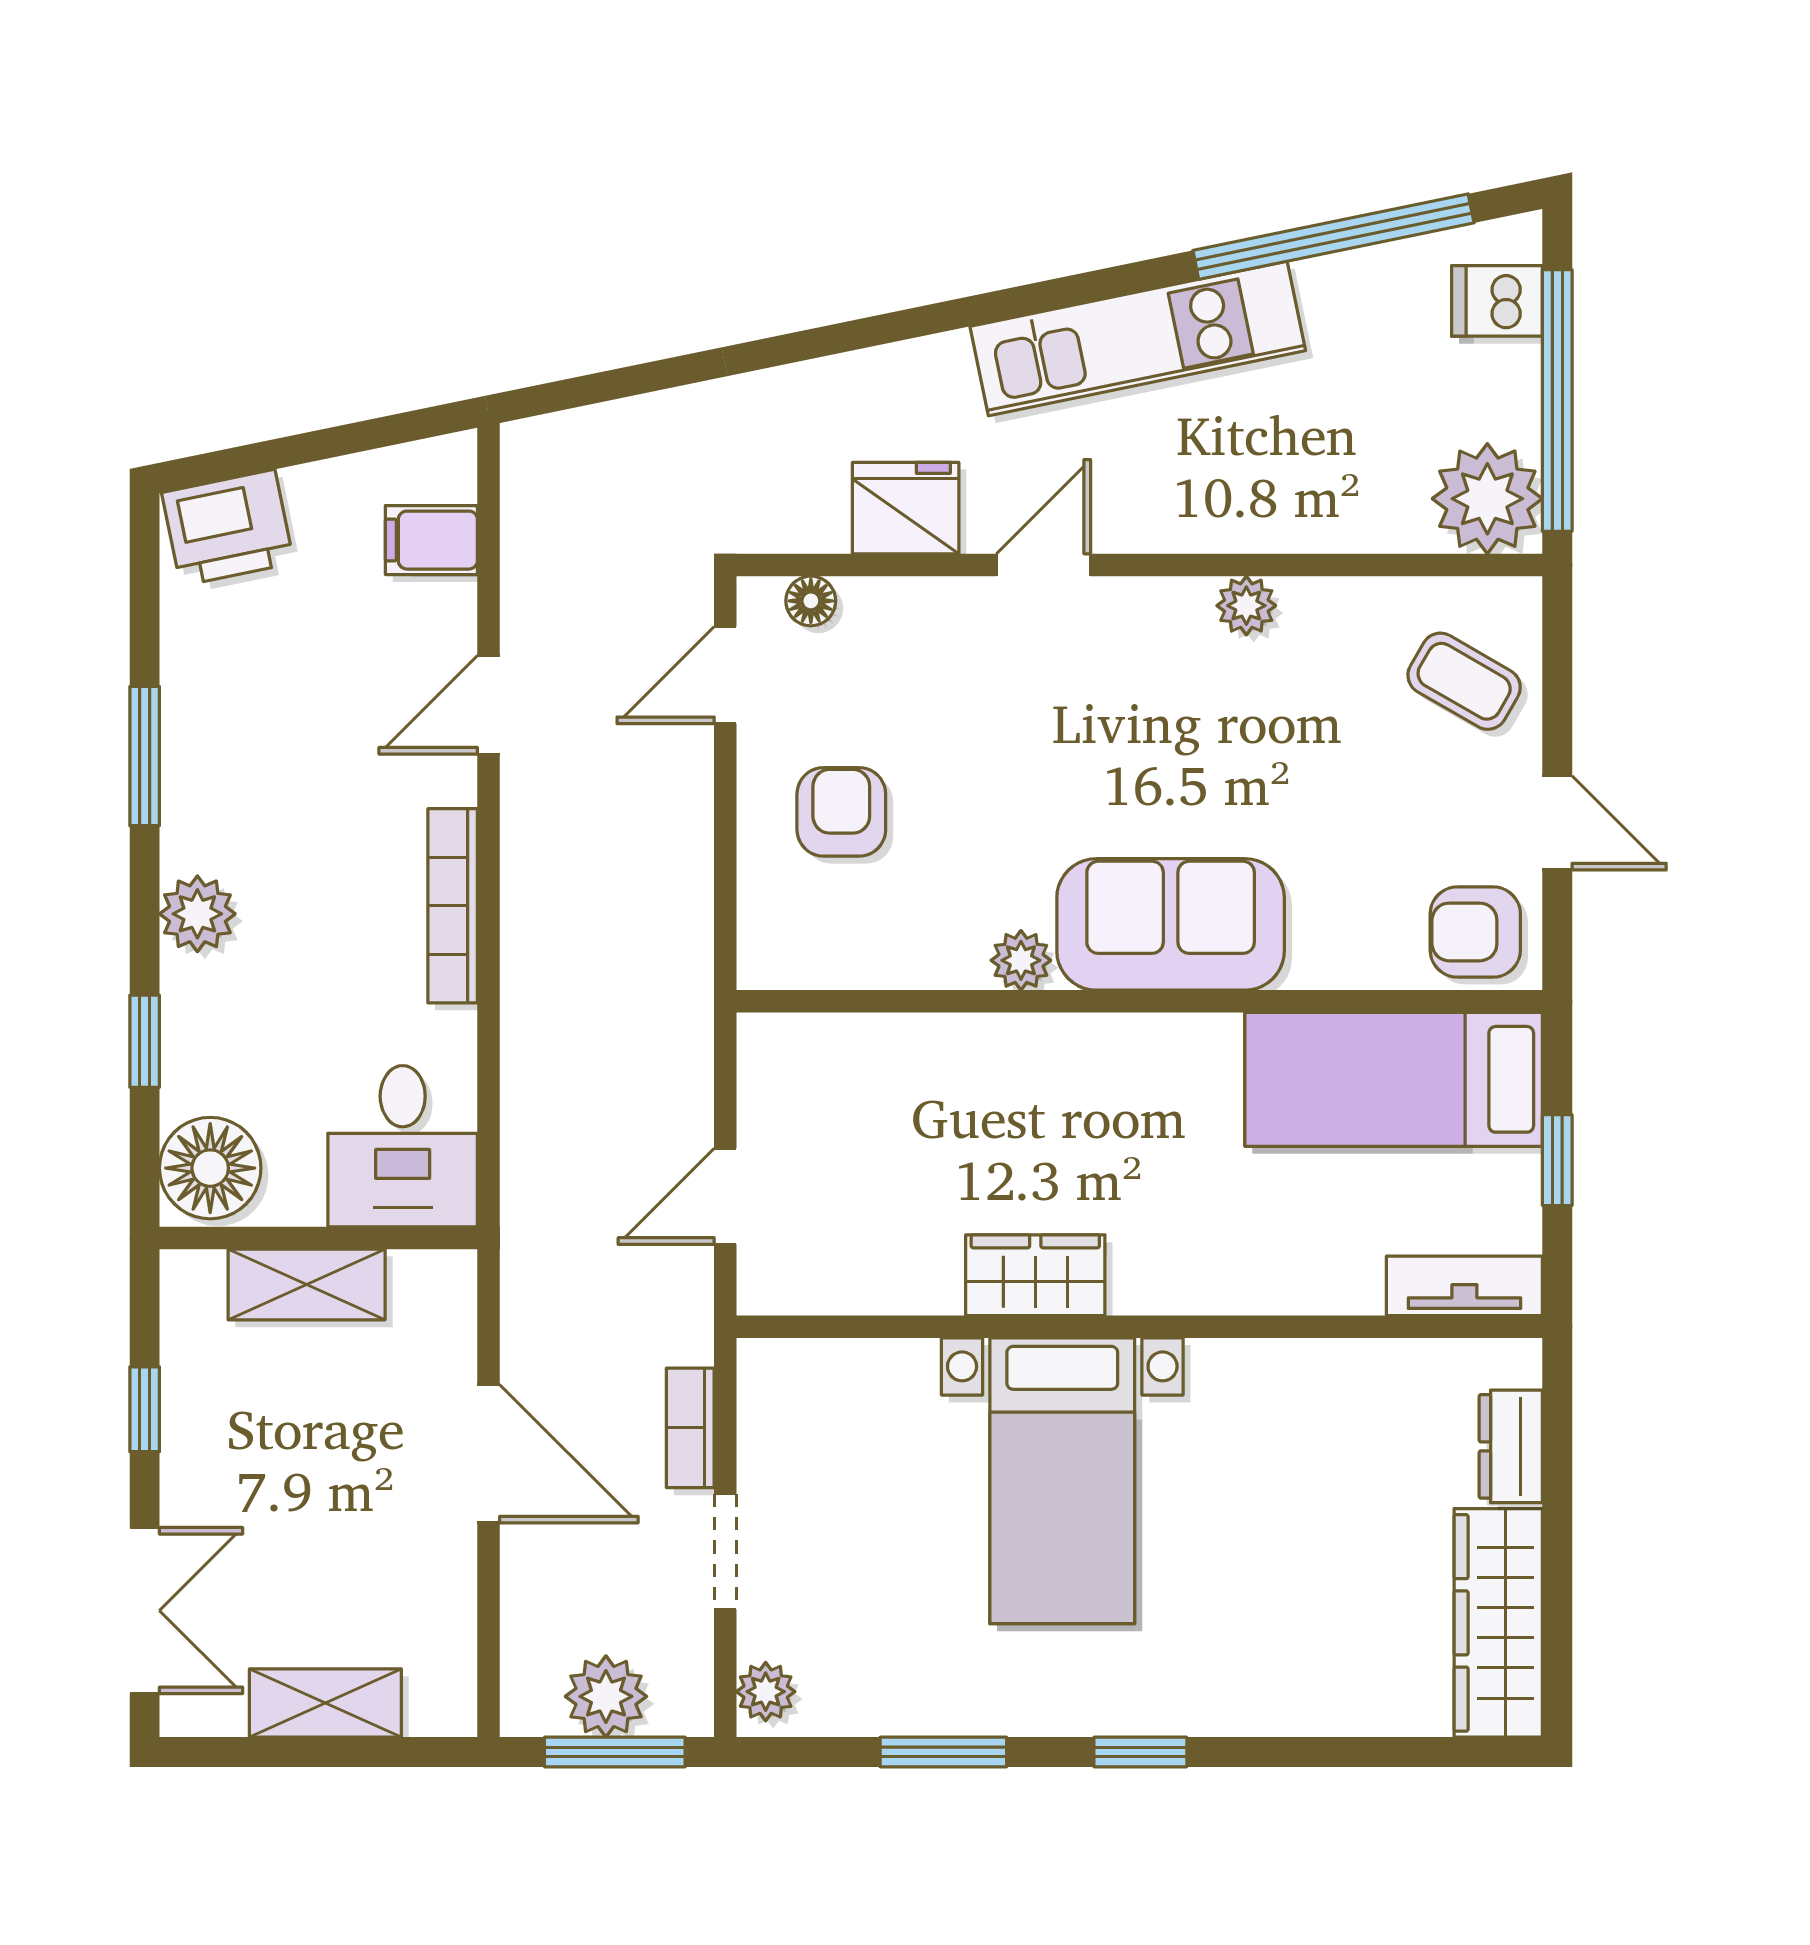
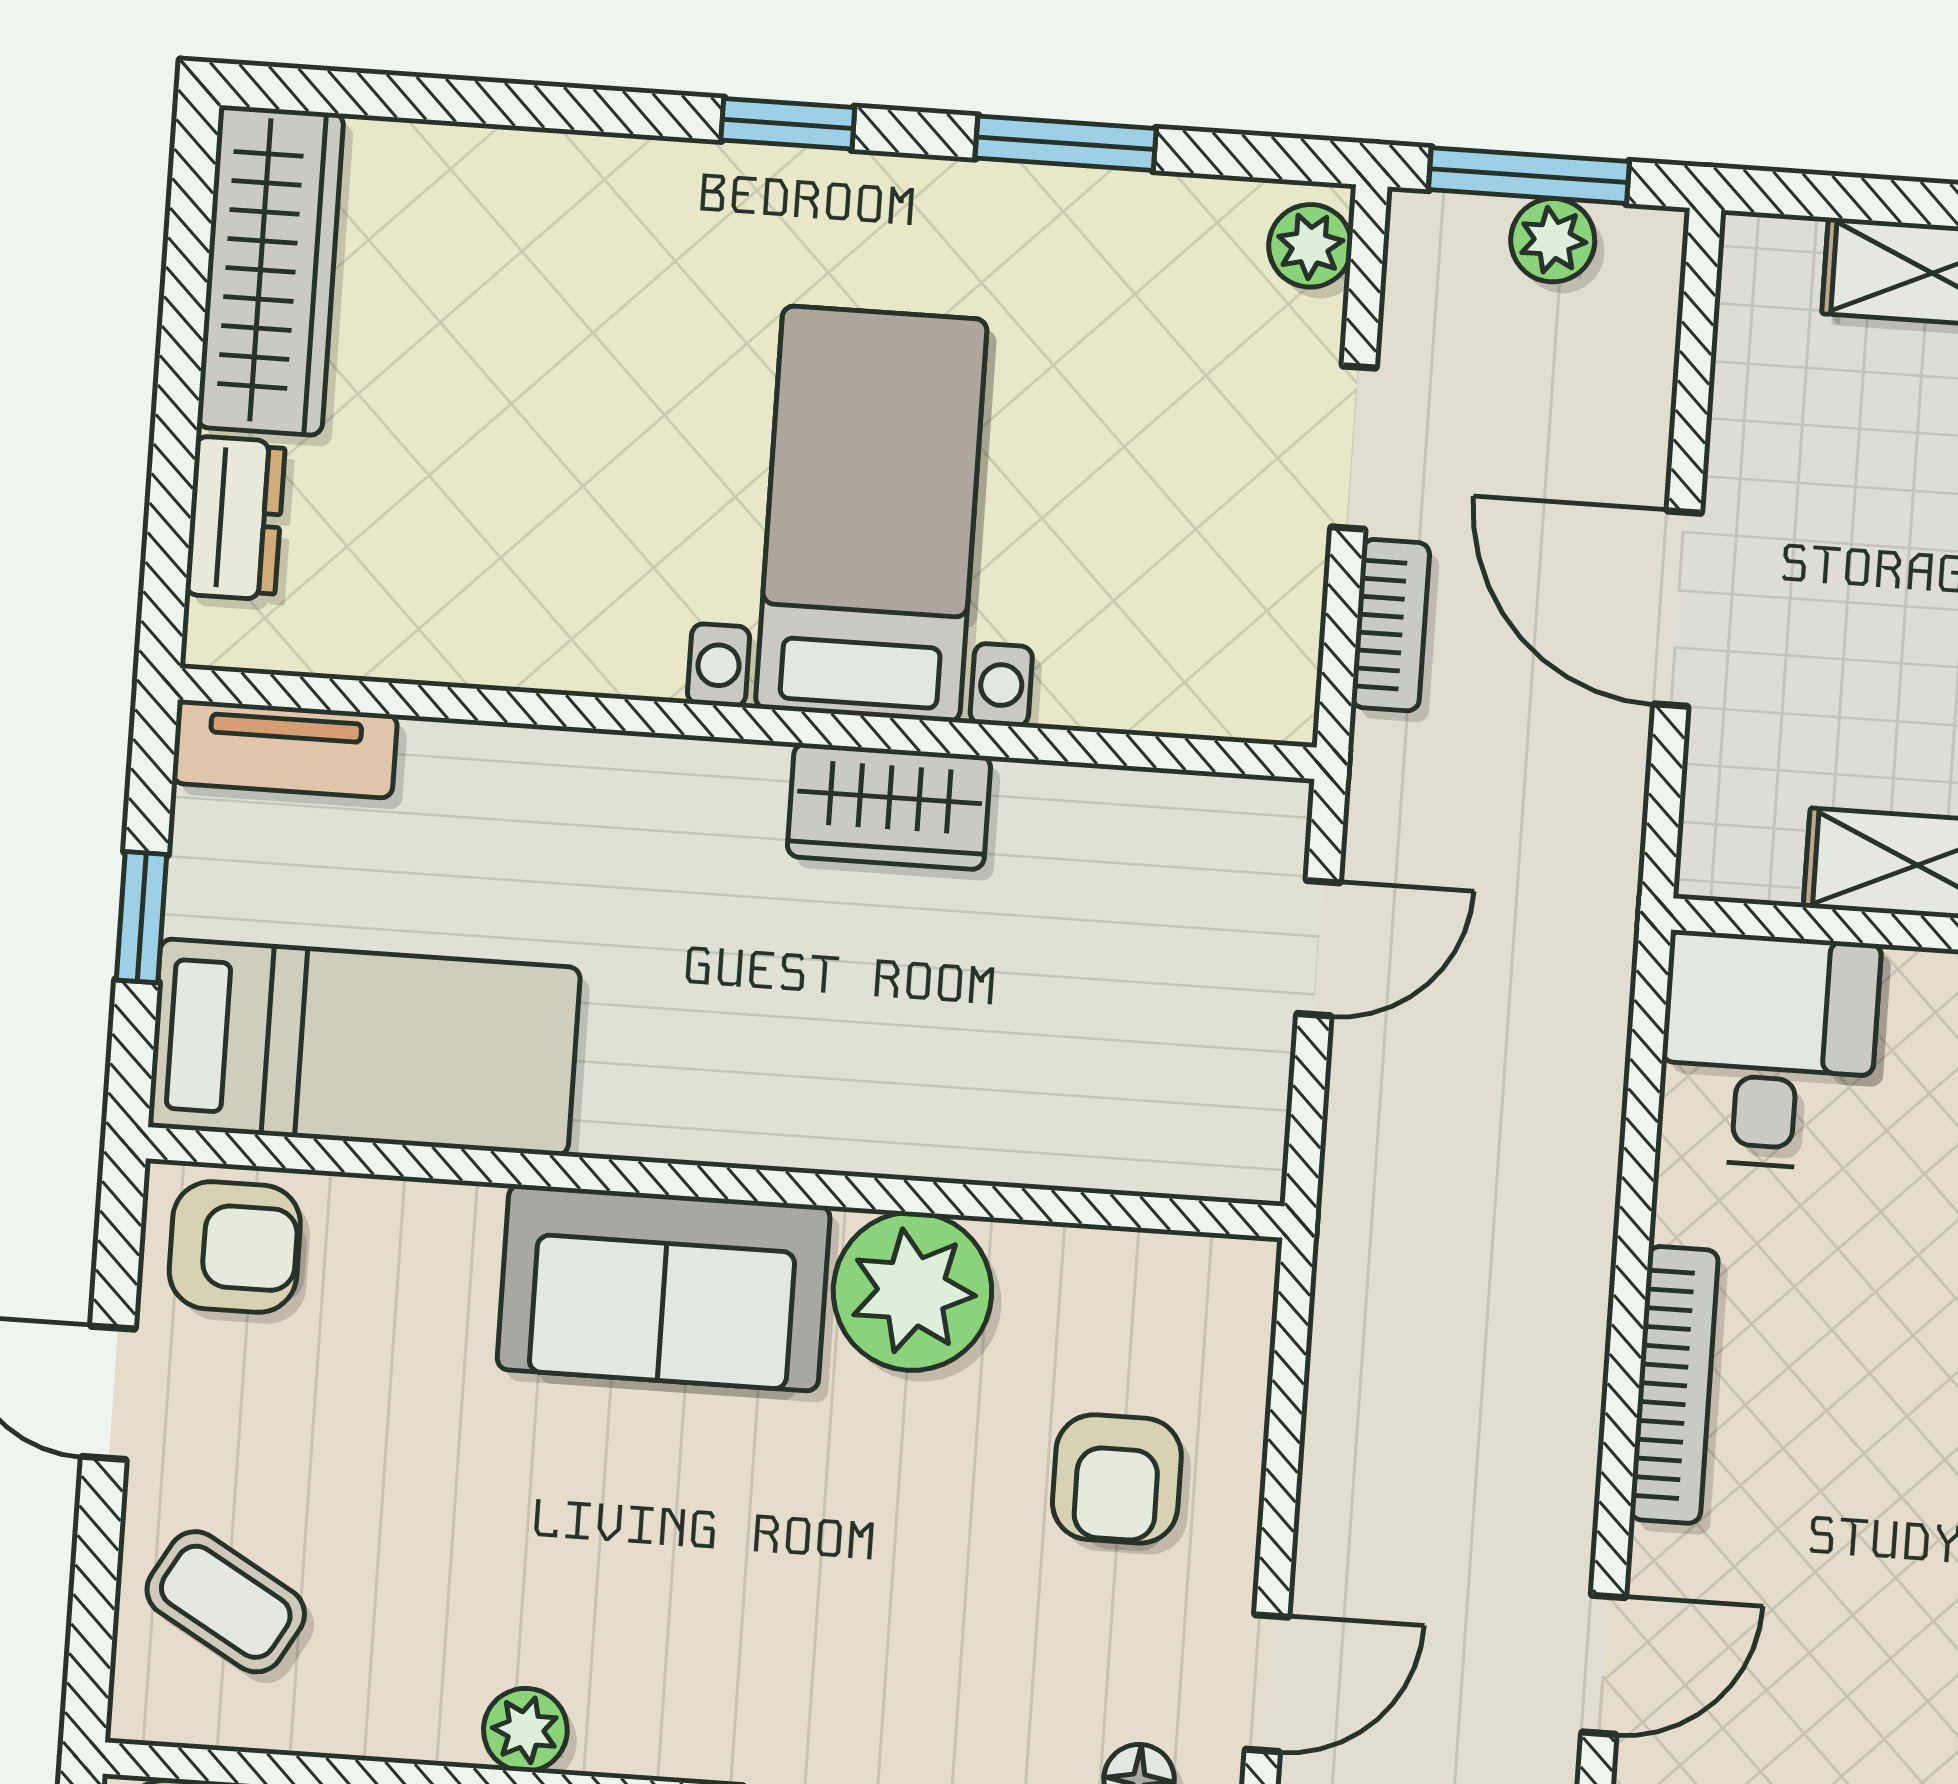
plant: (1021, 960) -> (912, 1291), width x1.88, depth x1.88
plant: (606, 1696) -> (1553, 240), width x0.73, depth x0.73

